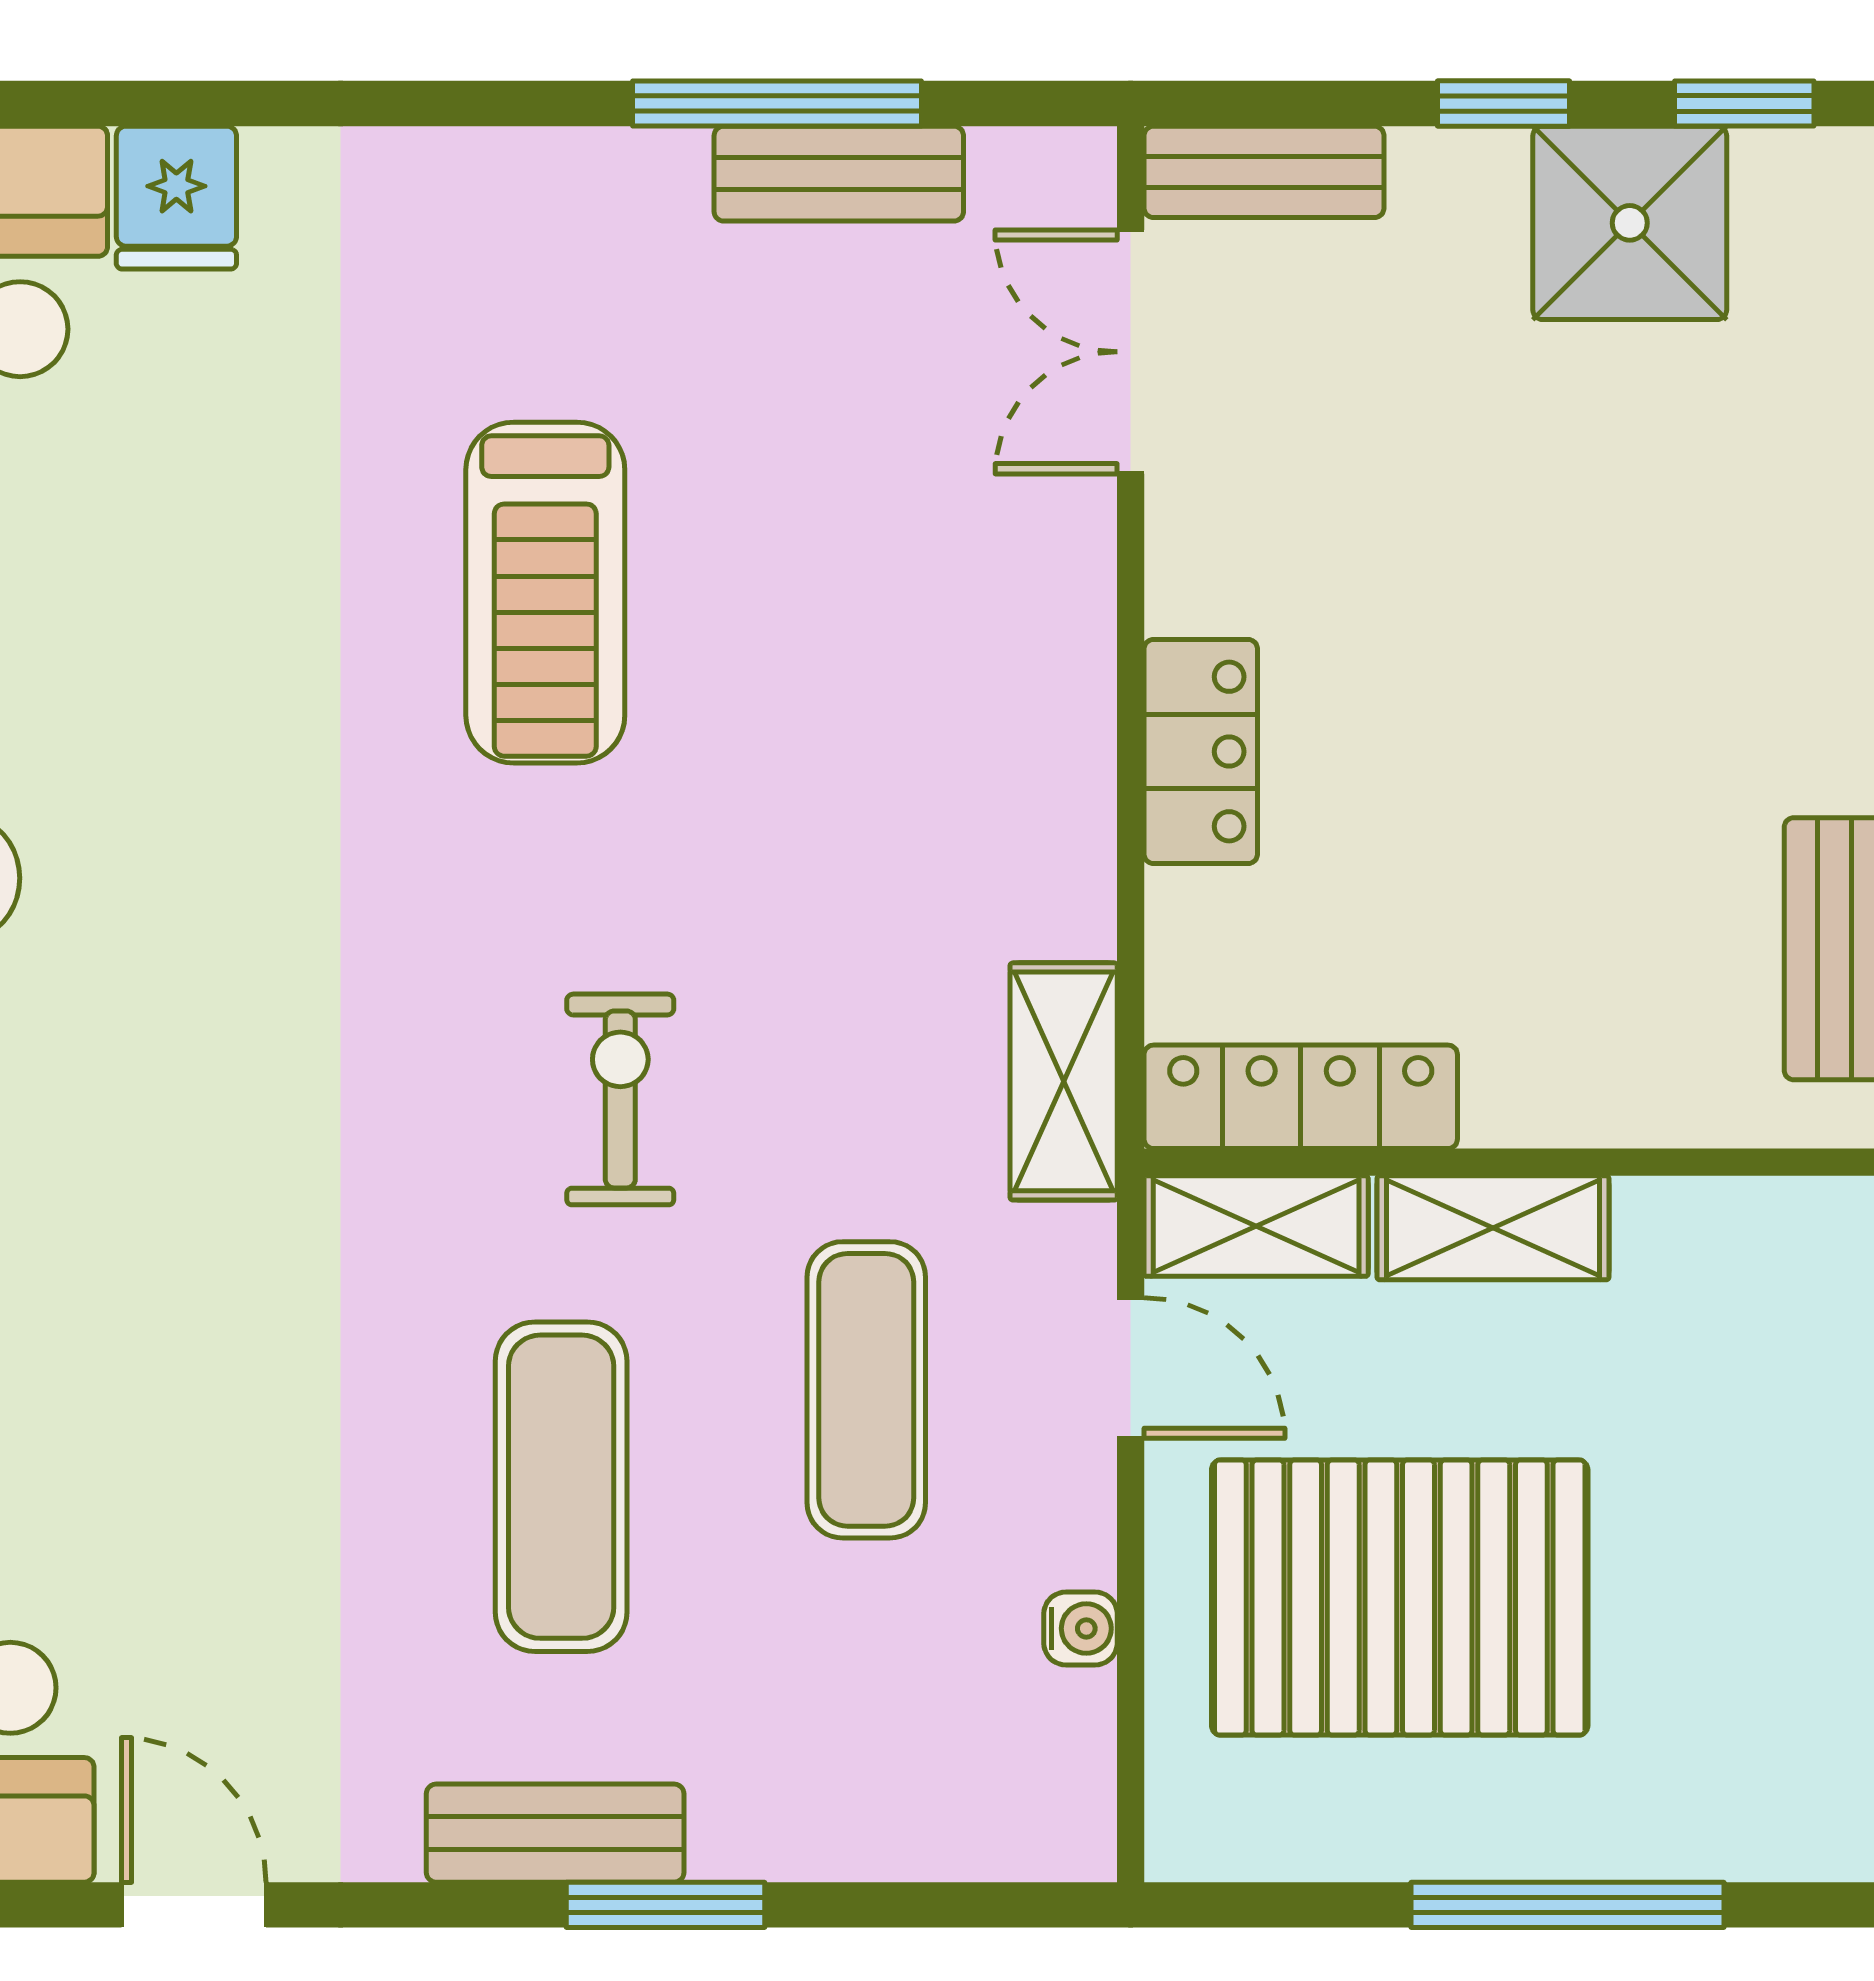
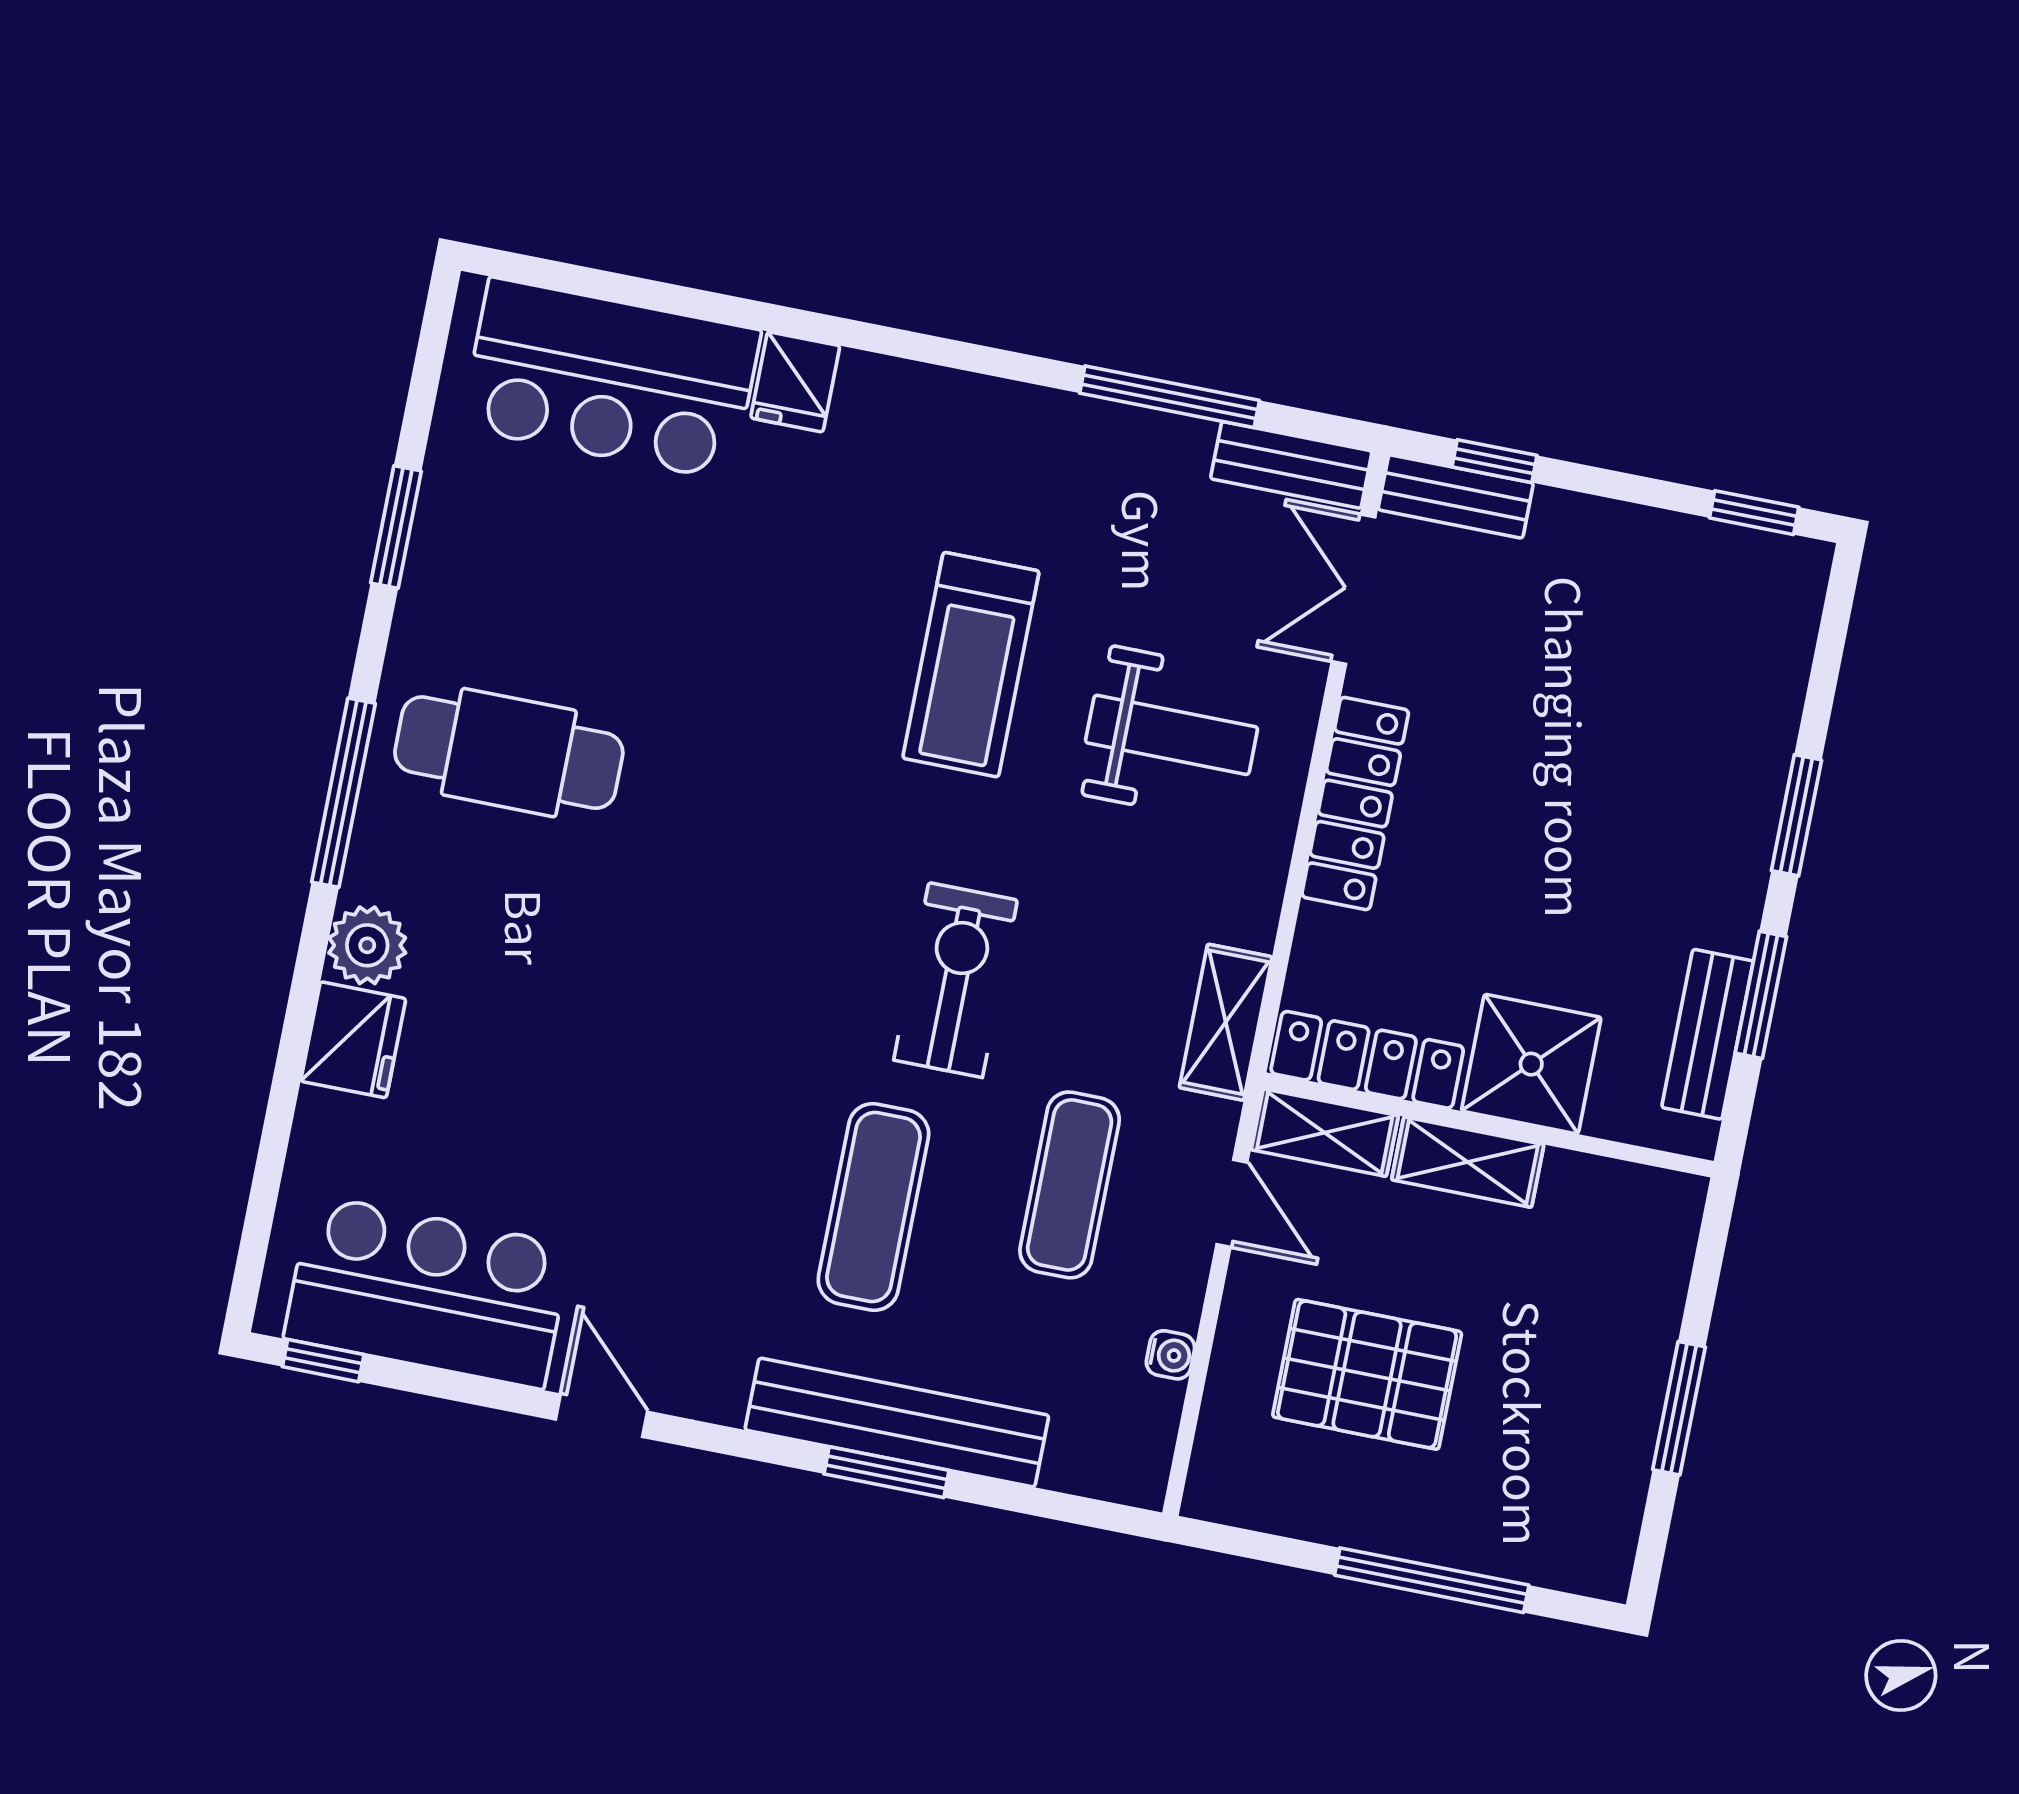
window: (1503, 103) -> (1494, 461), moved
bench: (839, 174) -> (1291, 465), moved
shower: (1630, 223) -> (1531, 1064), moved
weight bench: (887, 641) -> (1172, 735), added
locker: (1201, 752) -> (1355, 803), width x1.53
exercise bike: (620, 1099) -> (956, 980), width x1.38, depth x1.39
pallet: (1400, 1598) -> (1367, 1374), width x0.73, depth x0.71
bench: (555, 1833) -> (897, 1423), width x1.86, depth x1.21

